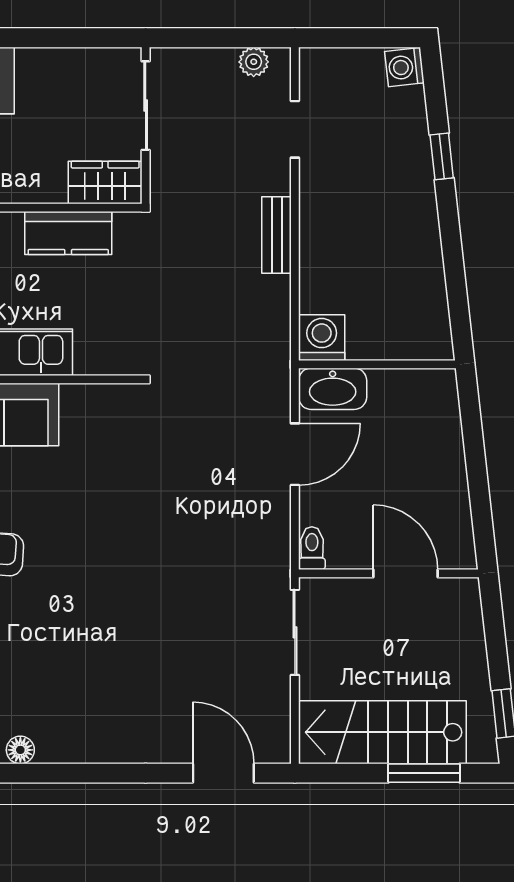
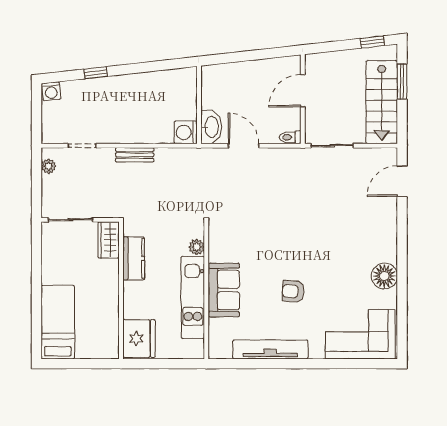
plant: (91, 360) -> (197, 247), added
floor lamp: (20, 750) -> (384, 276), width x1.89, depth x1.89

